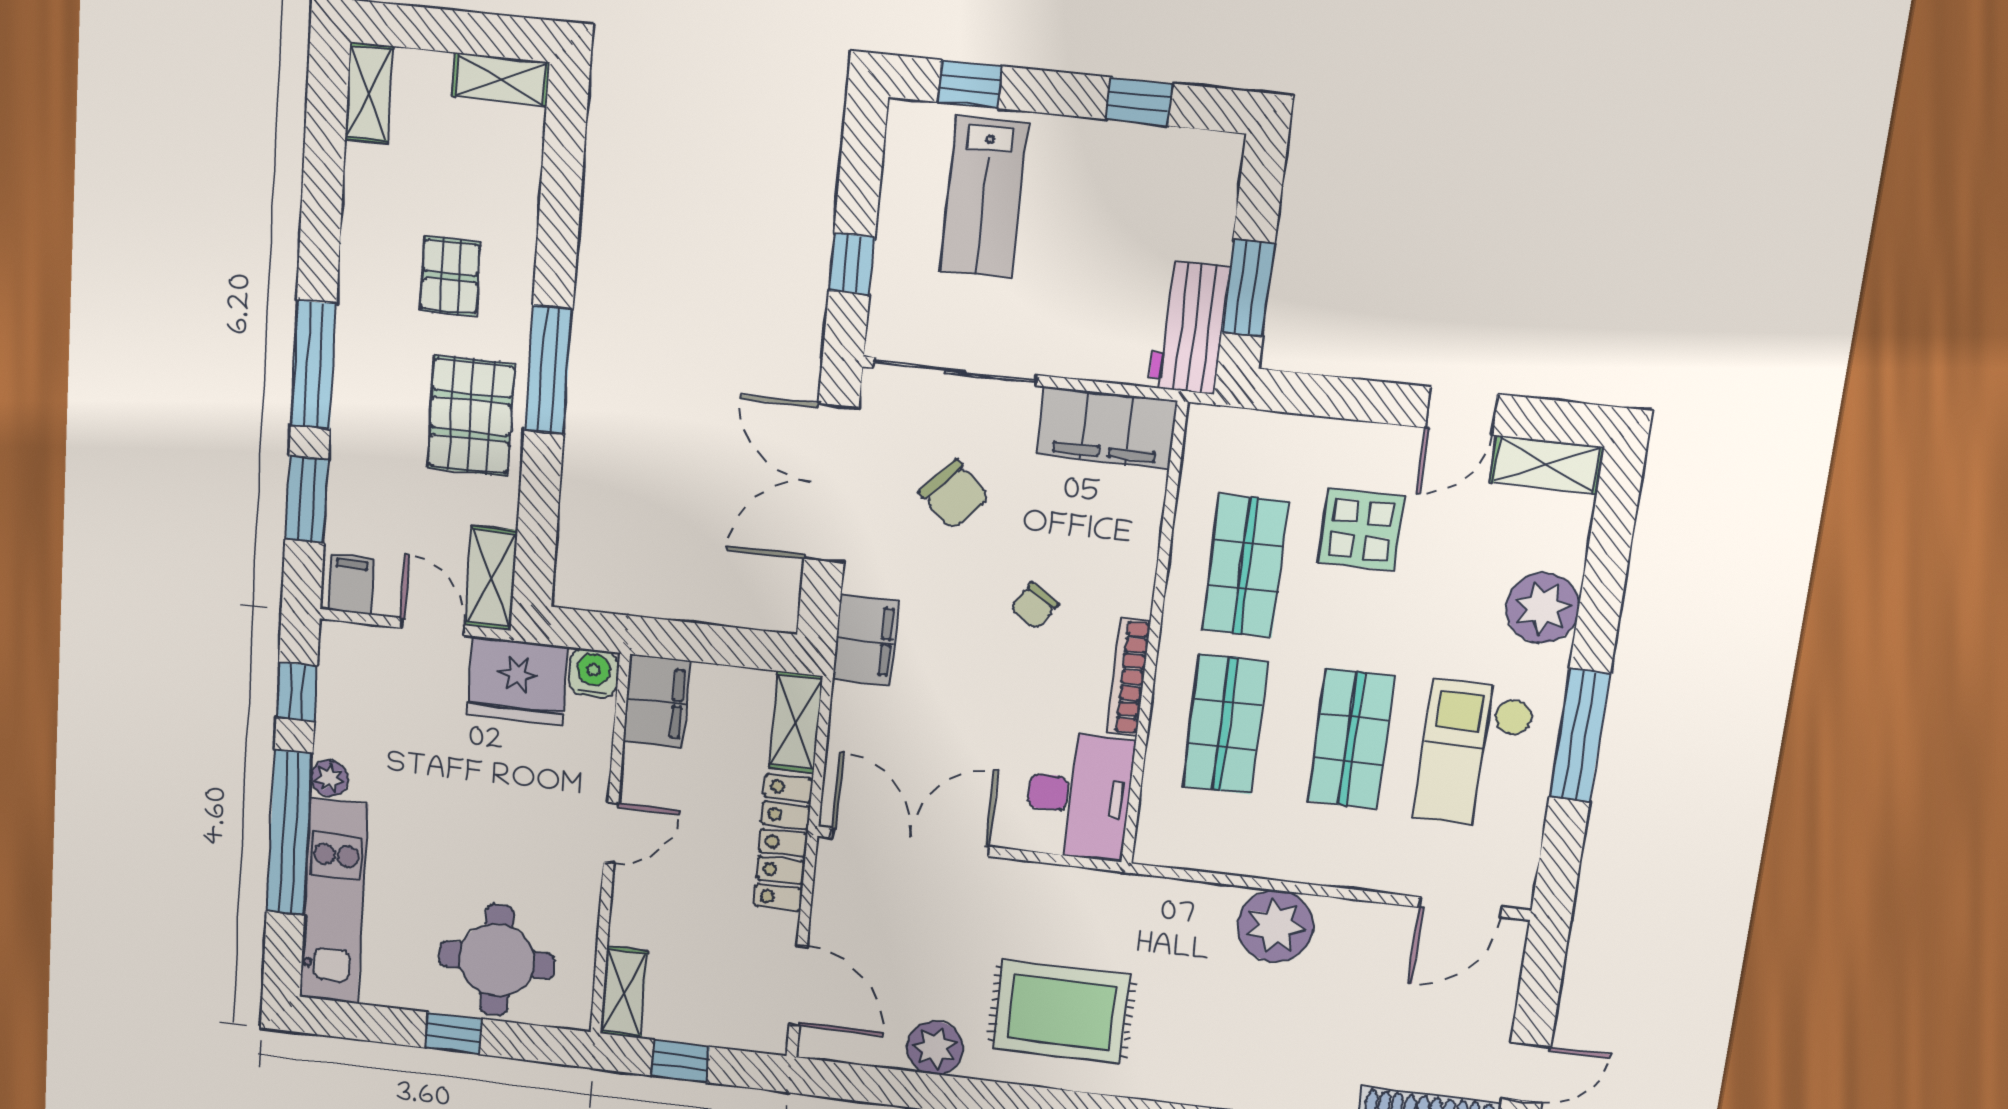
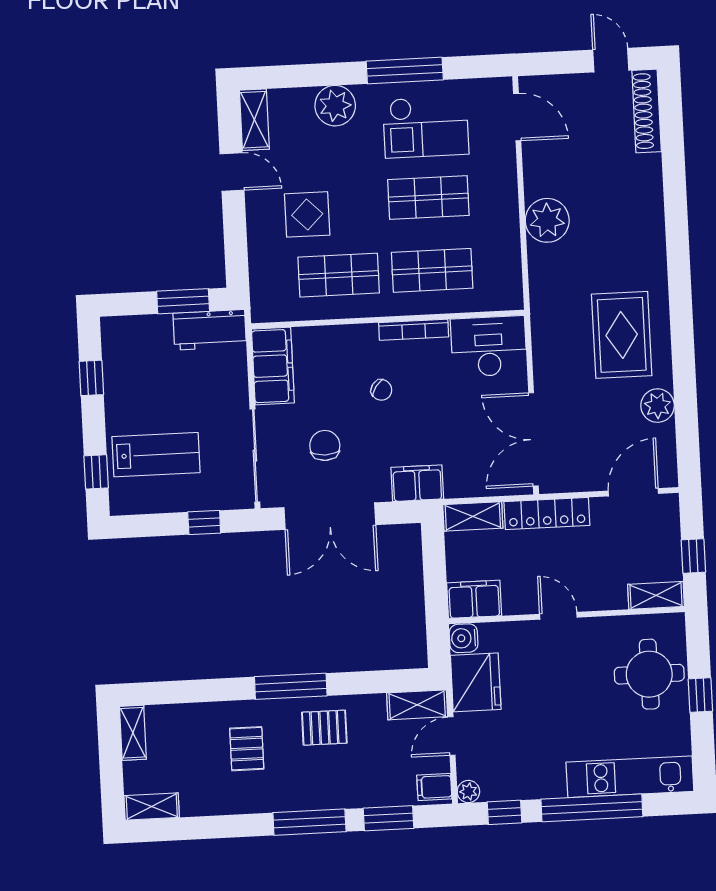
pallet: (450, 277) -> (247, 749), turned 90
pallet: (471, 416) -> (324, 728), width x0.67, depth x0.71
chair: (954, 495) -> (325, 445), turned -43
plant: (330, 778) -> (468, 792), moved

